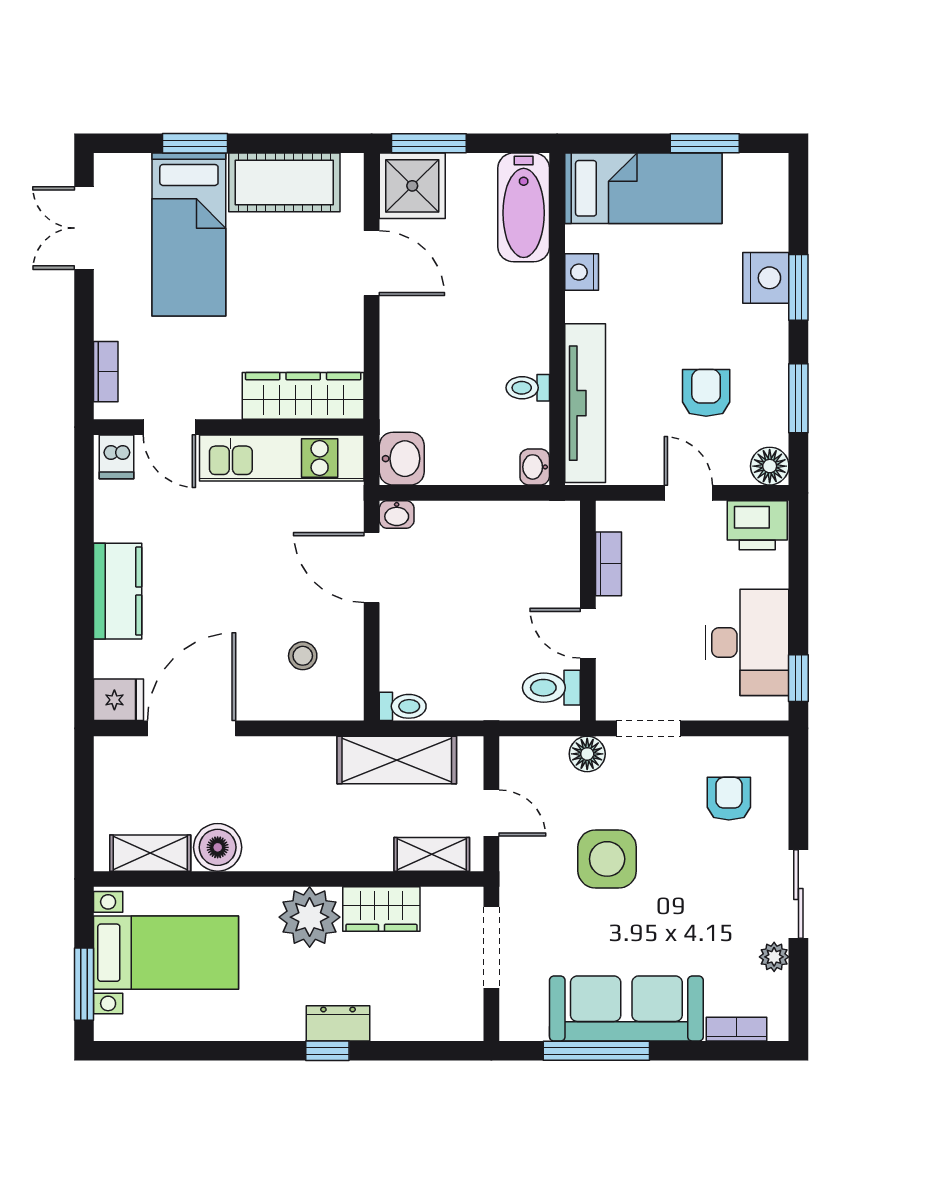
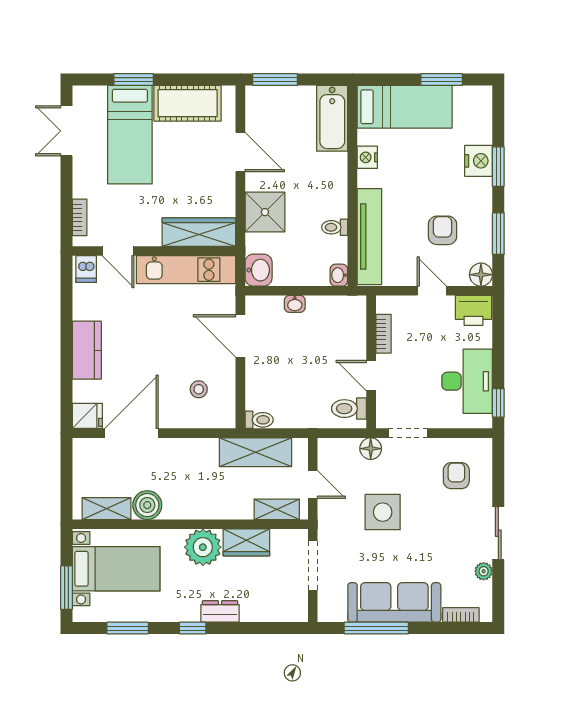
shower: (412, 186) -> (265, 212), moved
washbasin: (397, 514) -> (295, 304), moved
window: (185, 1051) -> (128, 628), added
window: (327, 1051) -> (193, 628), moved

